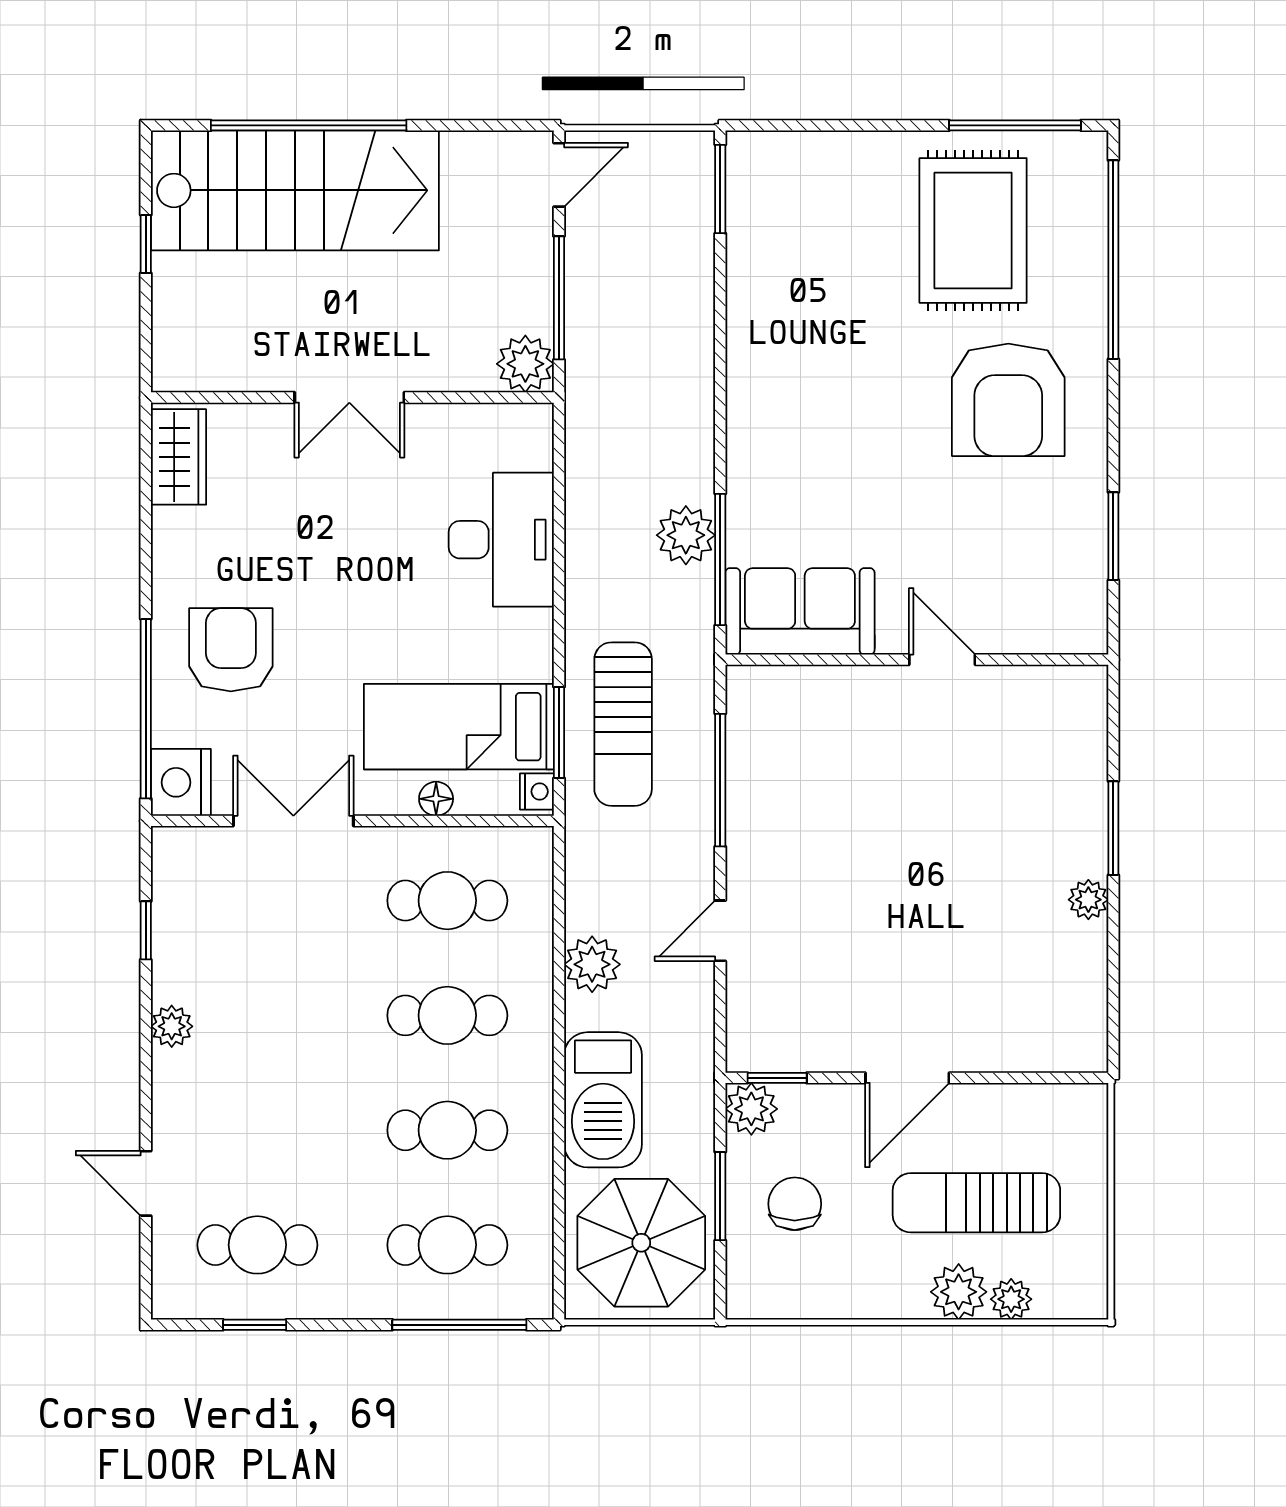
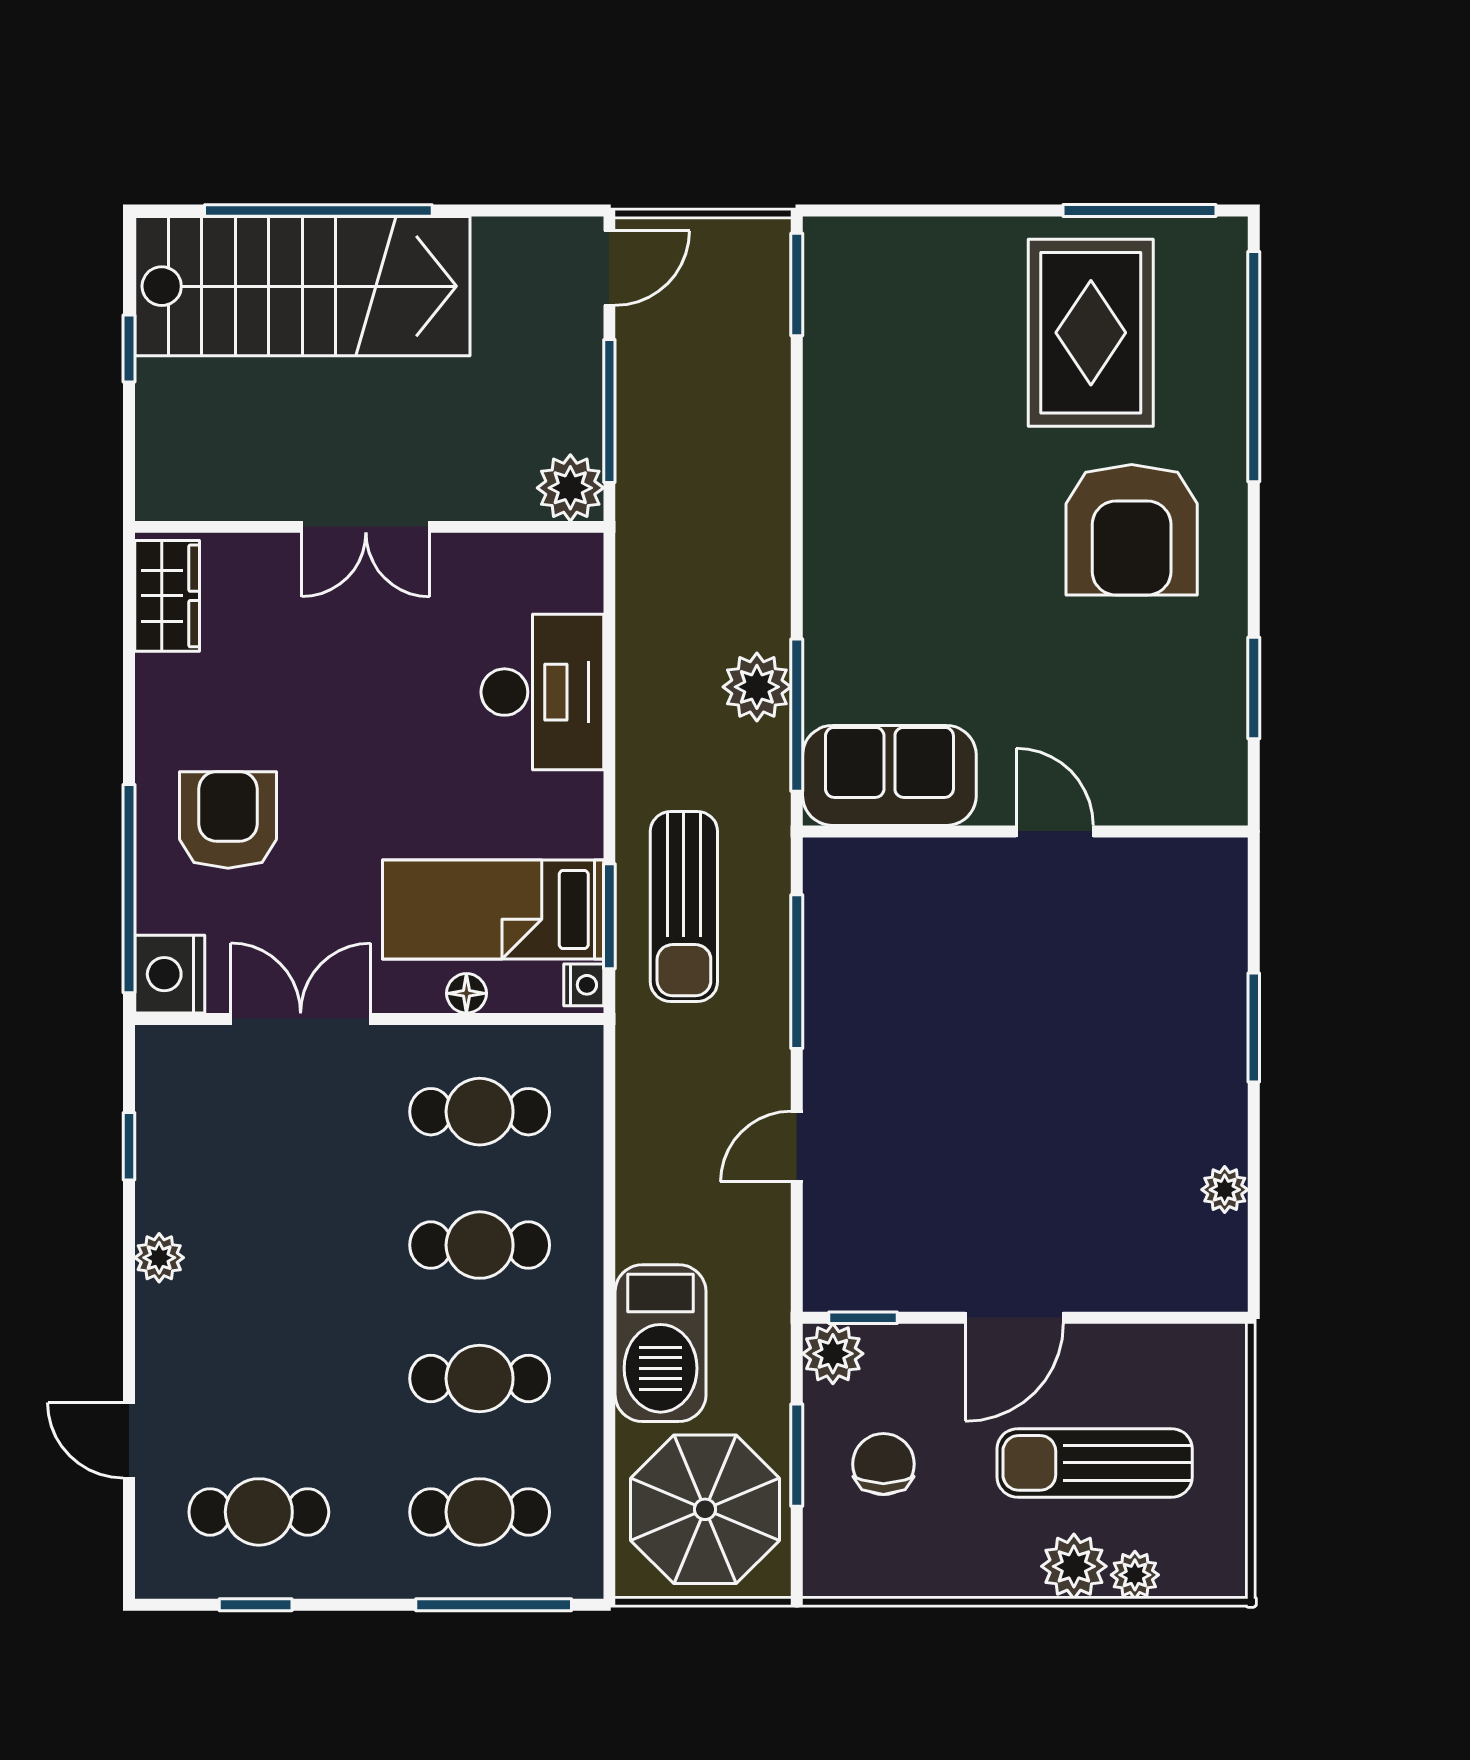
plant: (1088, 900) -> (1225, 1190), moved
plant: (592, 964) -> (648, 1186), removed

